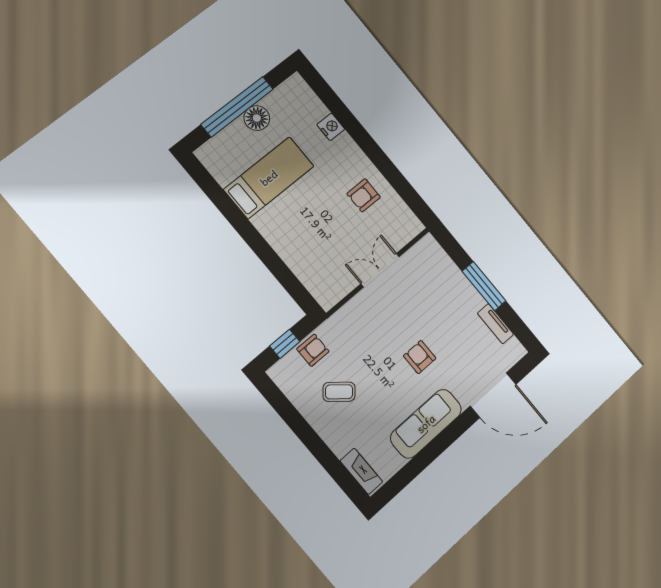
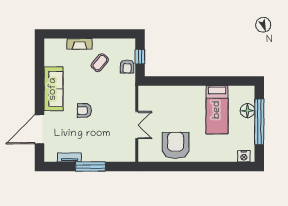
floor lamp: (257, 118) -> (247, 111), moved
nightstand: (331, 127) -> (244, 156), moved
armchair: (364, 195) -> (176, 145), width x1.88, depth x1.88
armchair: (420, 357) -> (84, 111), turned 180
fireplace: (361, 471) -> (79, 44), moved

